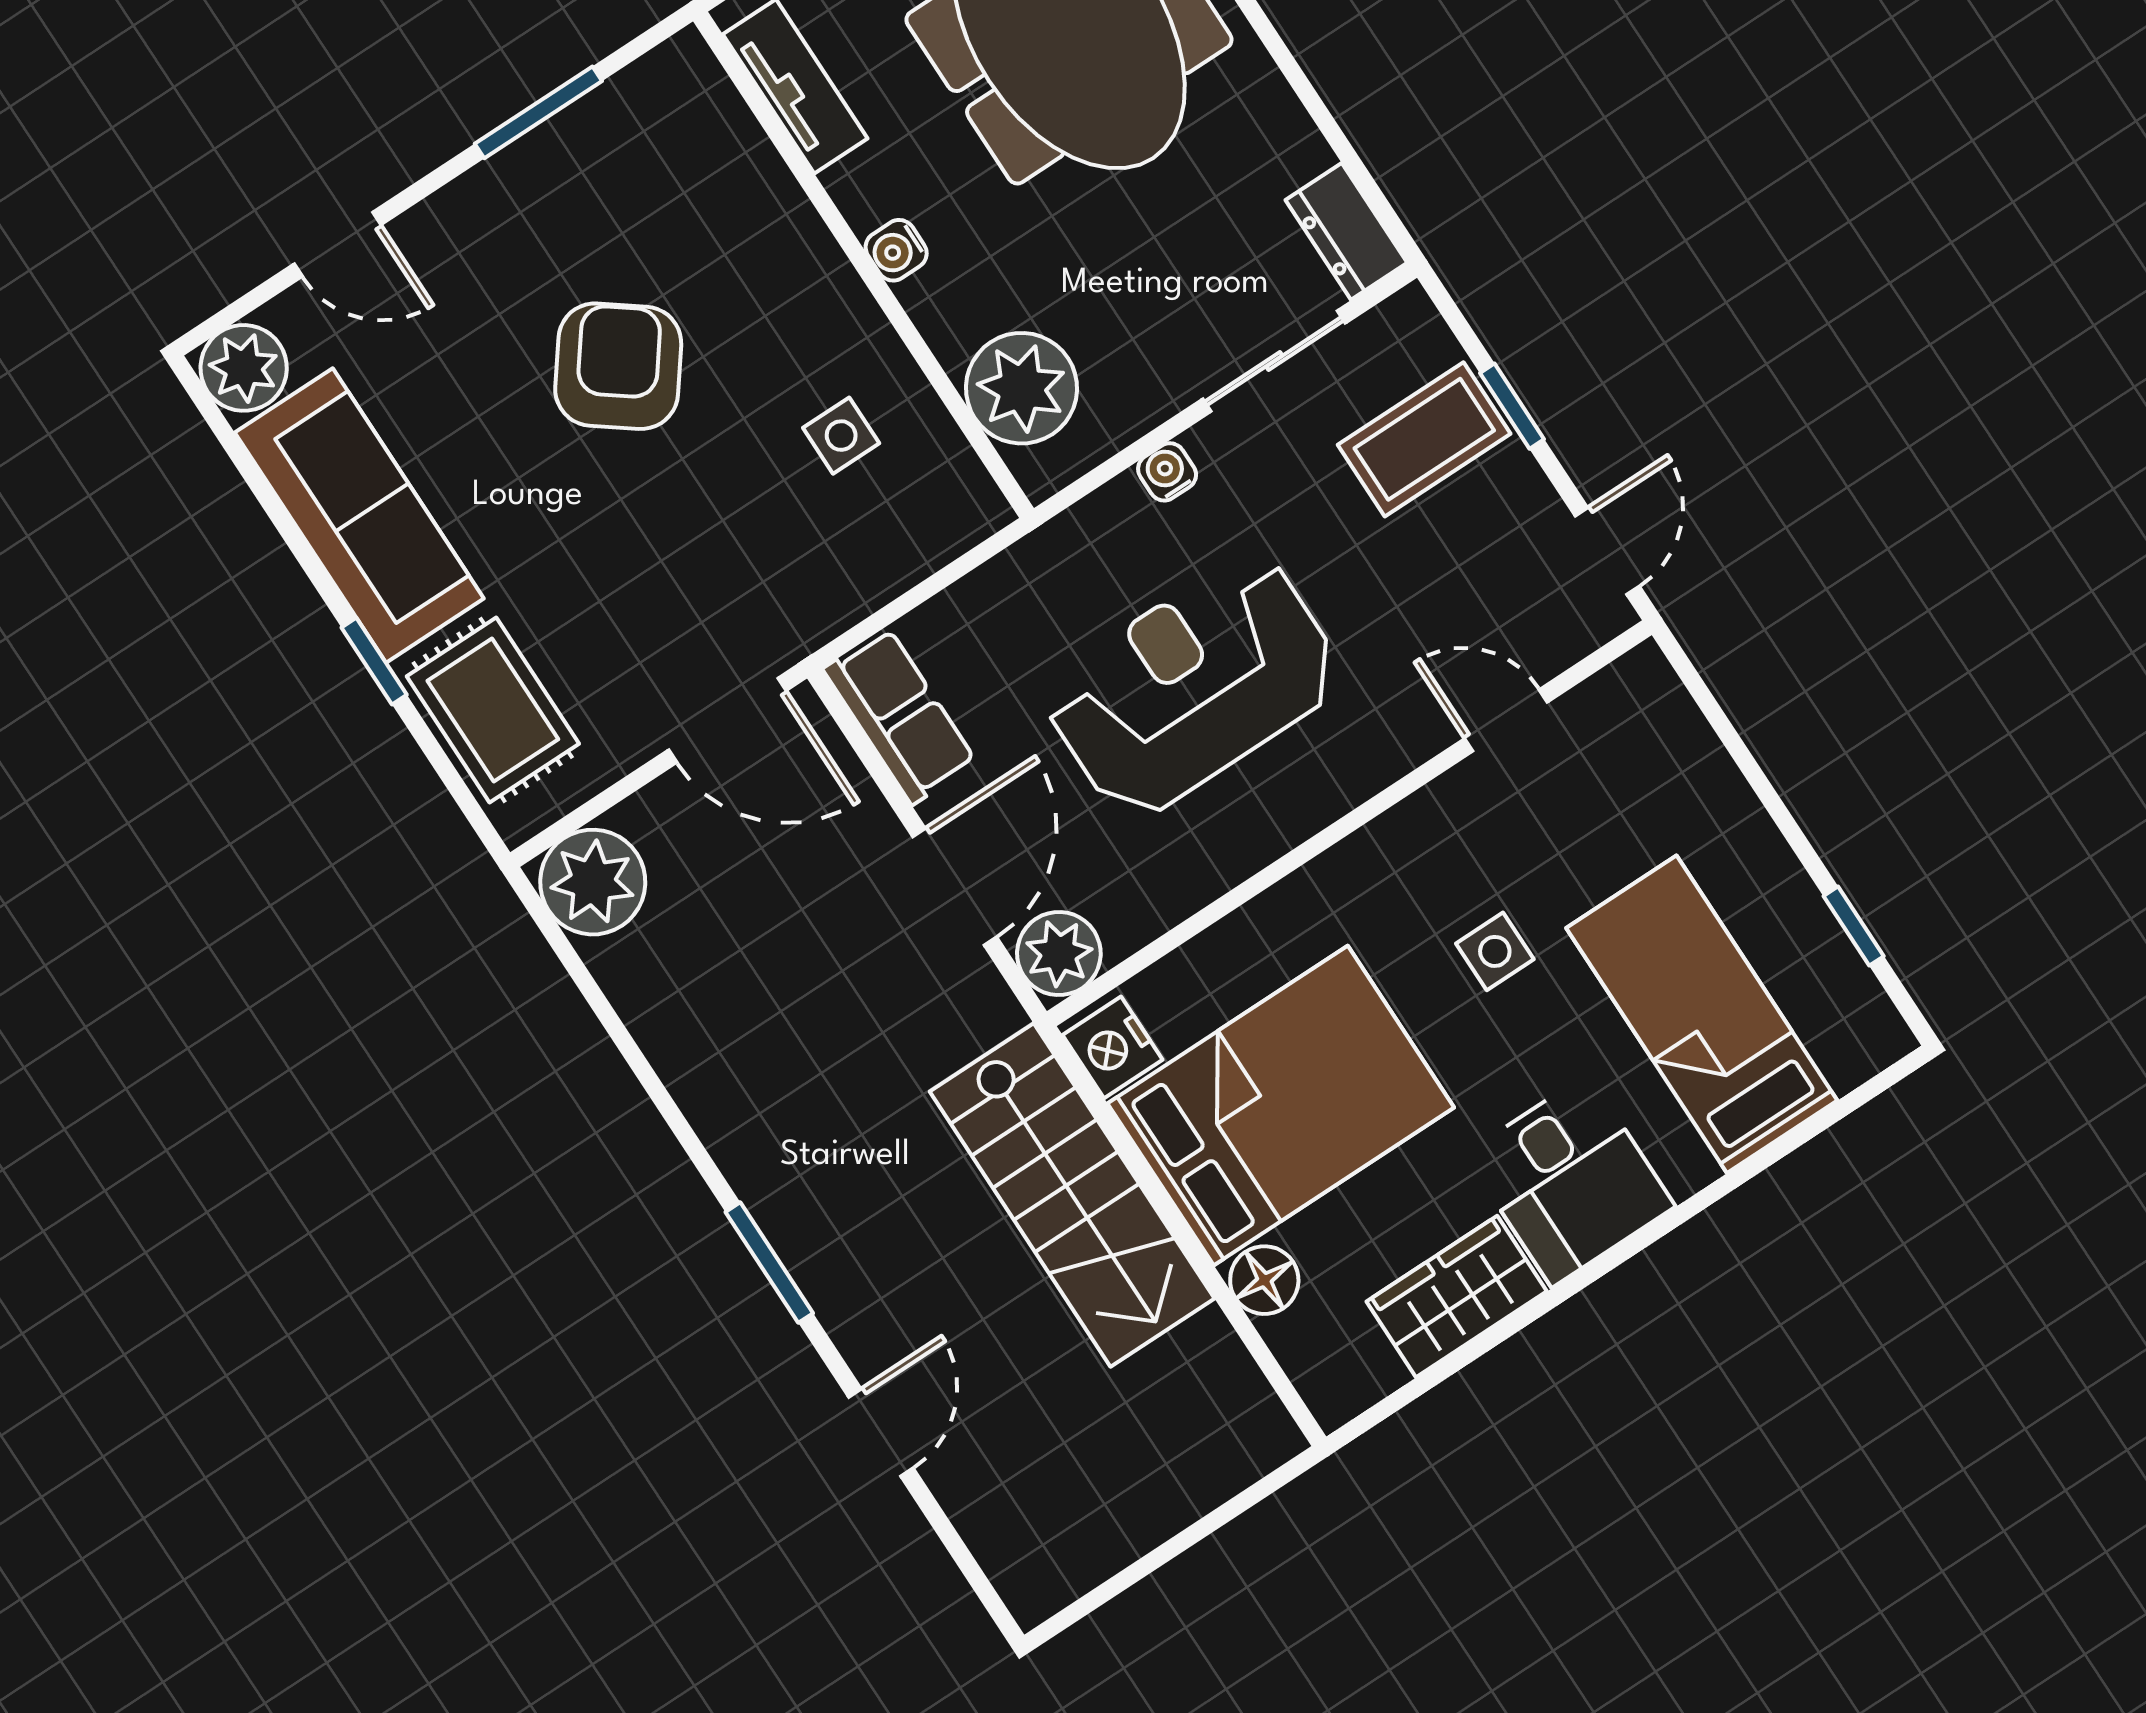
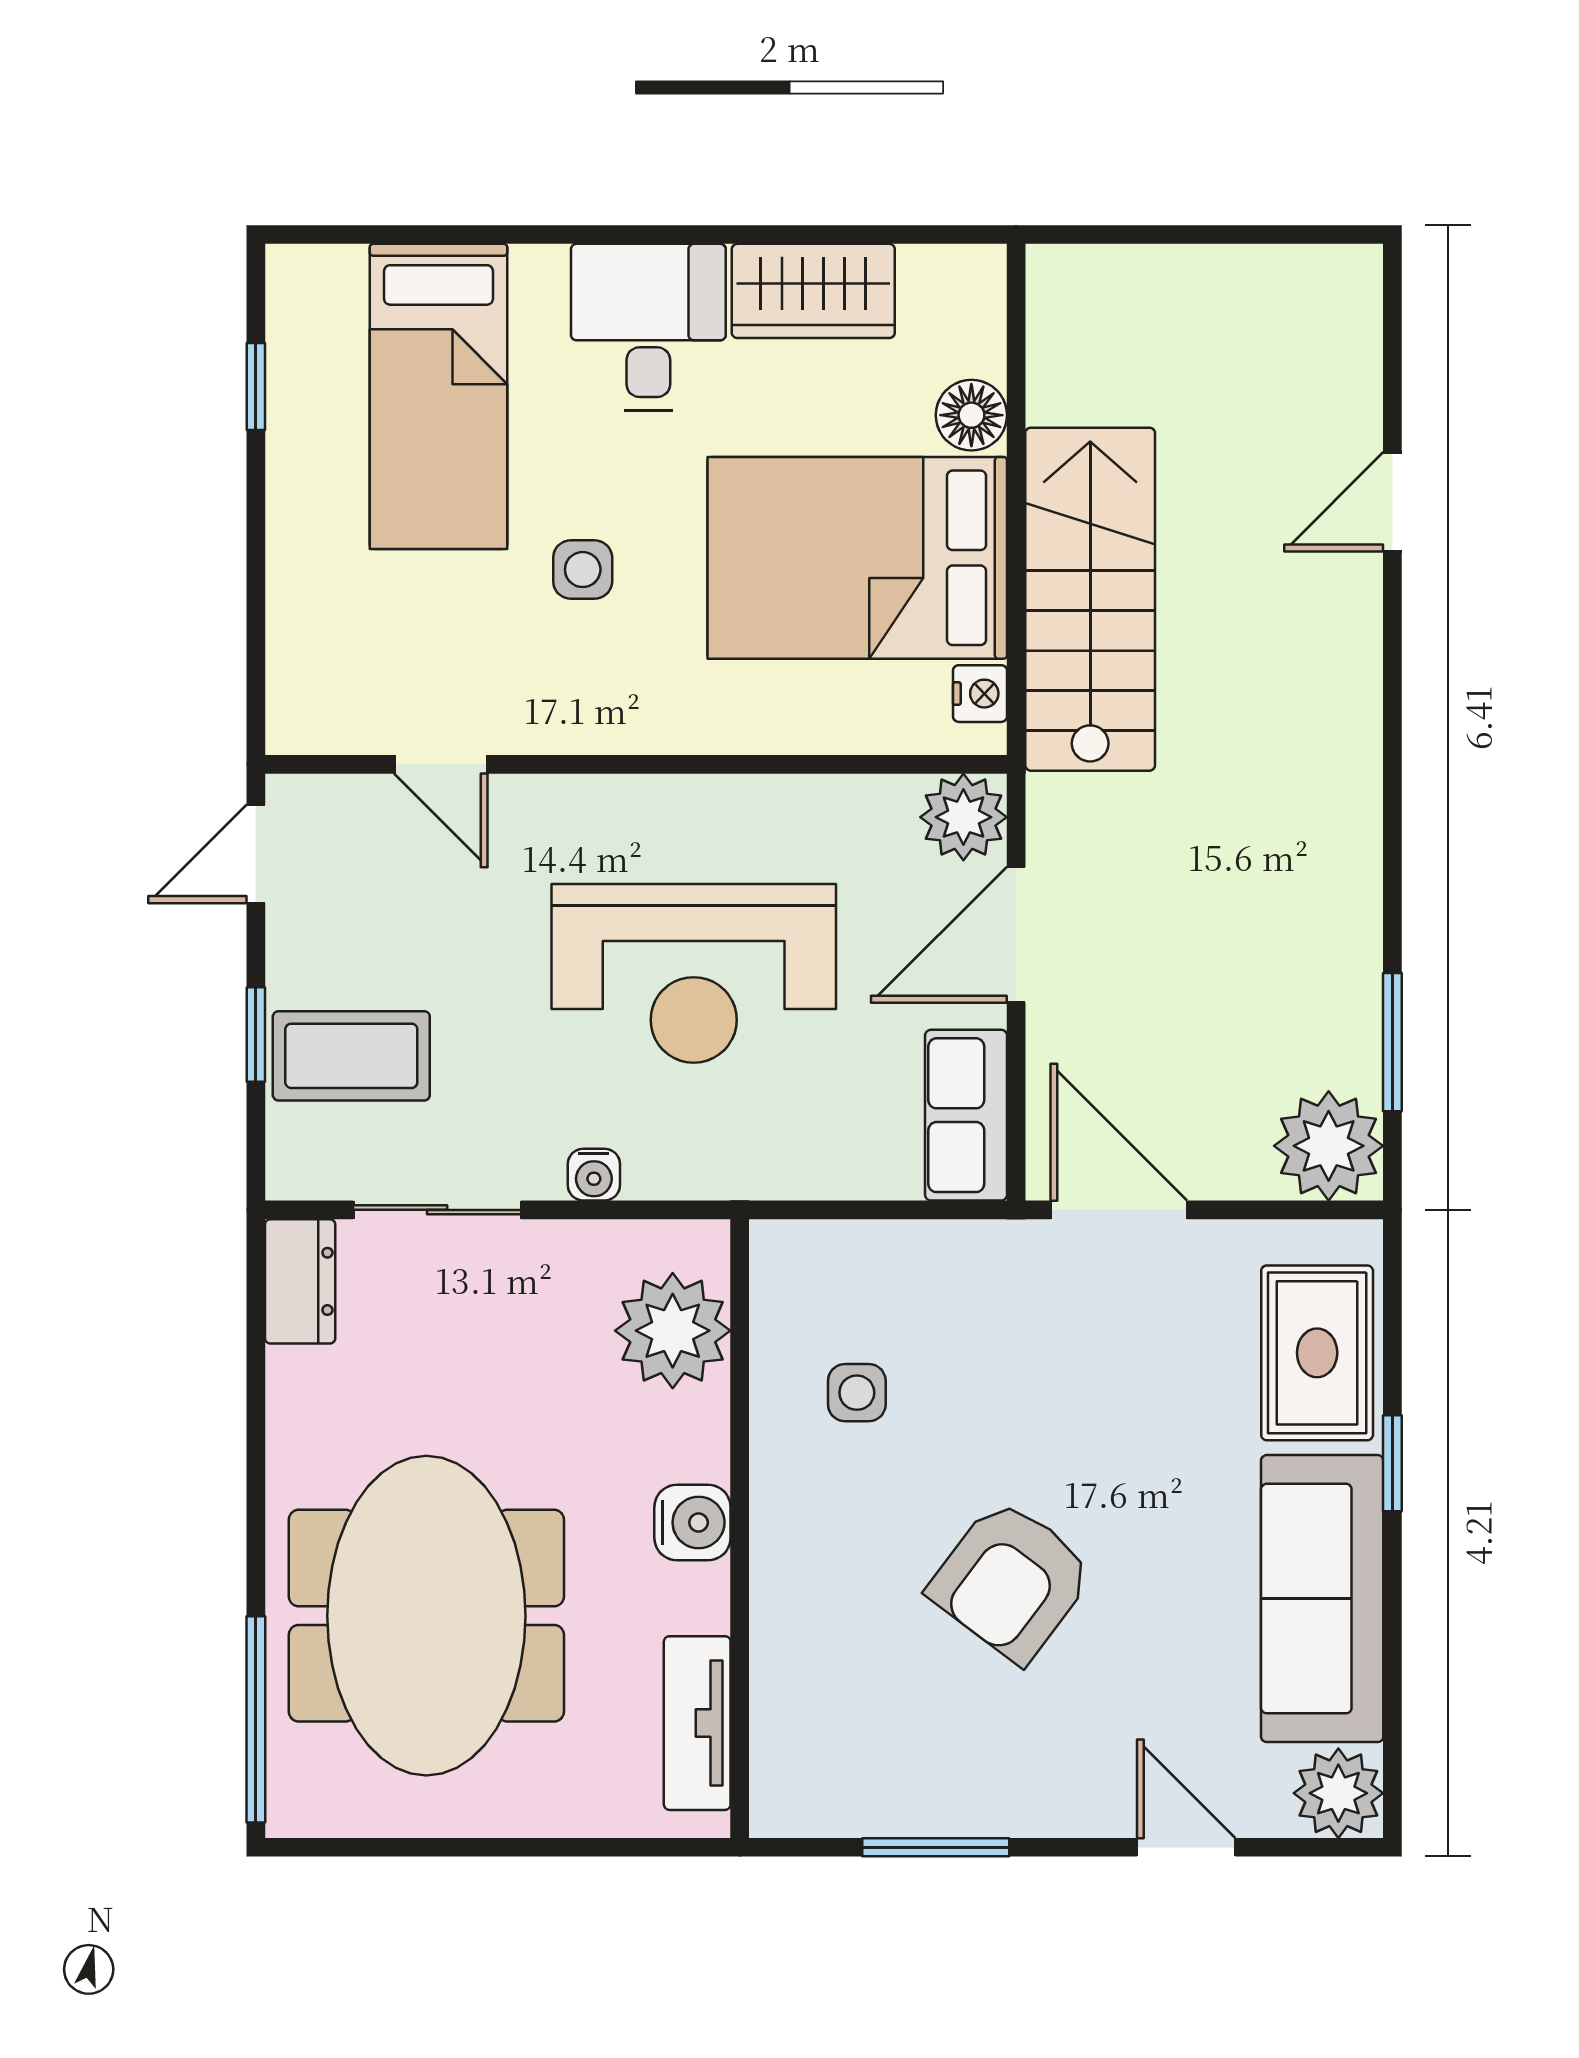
water cooler: (896, 250) -> (692, 1522), width x1.38, depth x1.38
nightstand: (1113, 1047) -> (980, 694), width x0.72, depth x0.74
window: (769, 1263) -> (1392, 1042), moved

